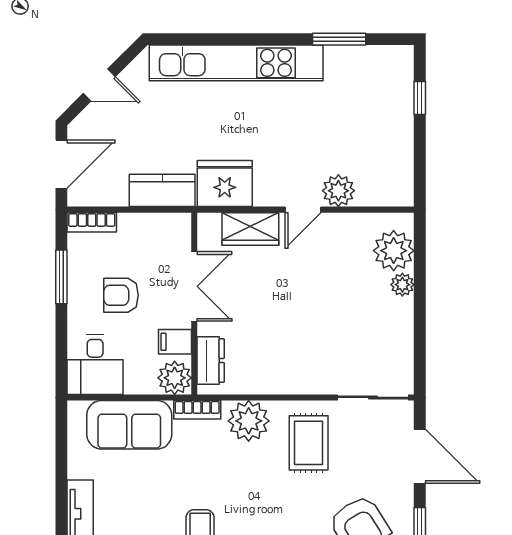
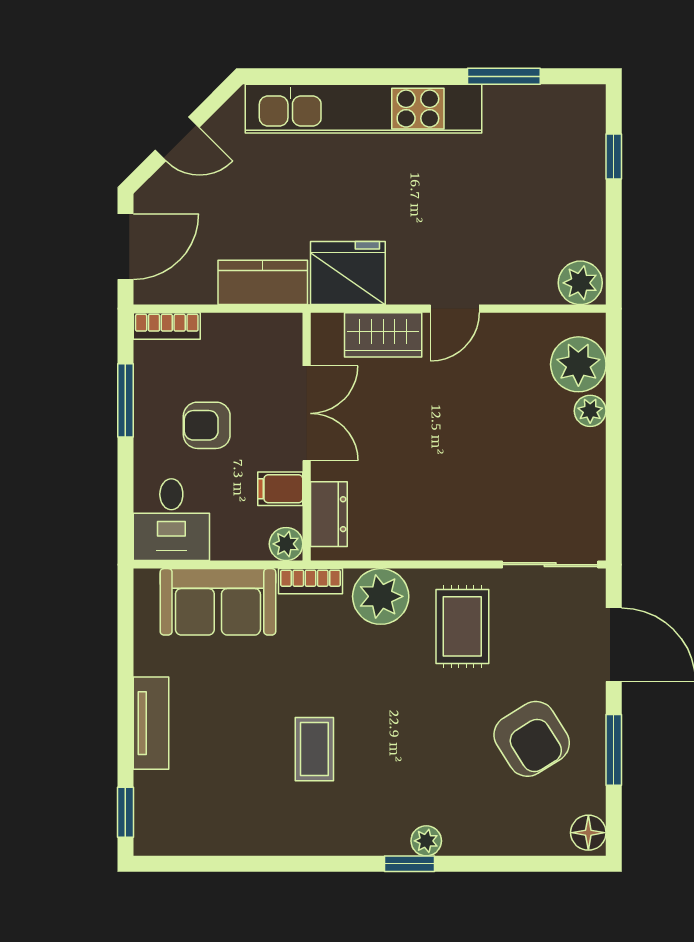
plant: (338, 191) -> (580, 283), moved
plant: (175, 378) -> (286, 544), width x0.73, depth x0.73

